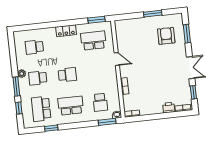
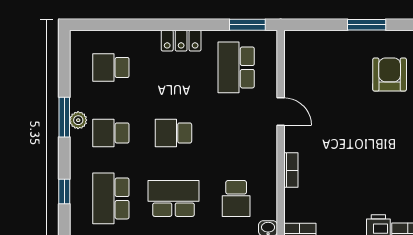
school desk: (93, 41) -> (236, 67), turned -90
school desk: (67, 75) -> (173, 133), turned 180
window: (16, 87) -> (64, 117), moved

